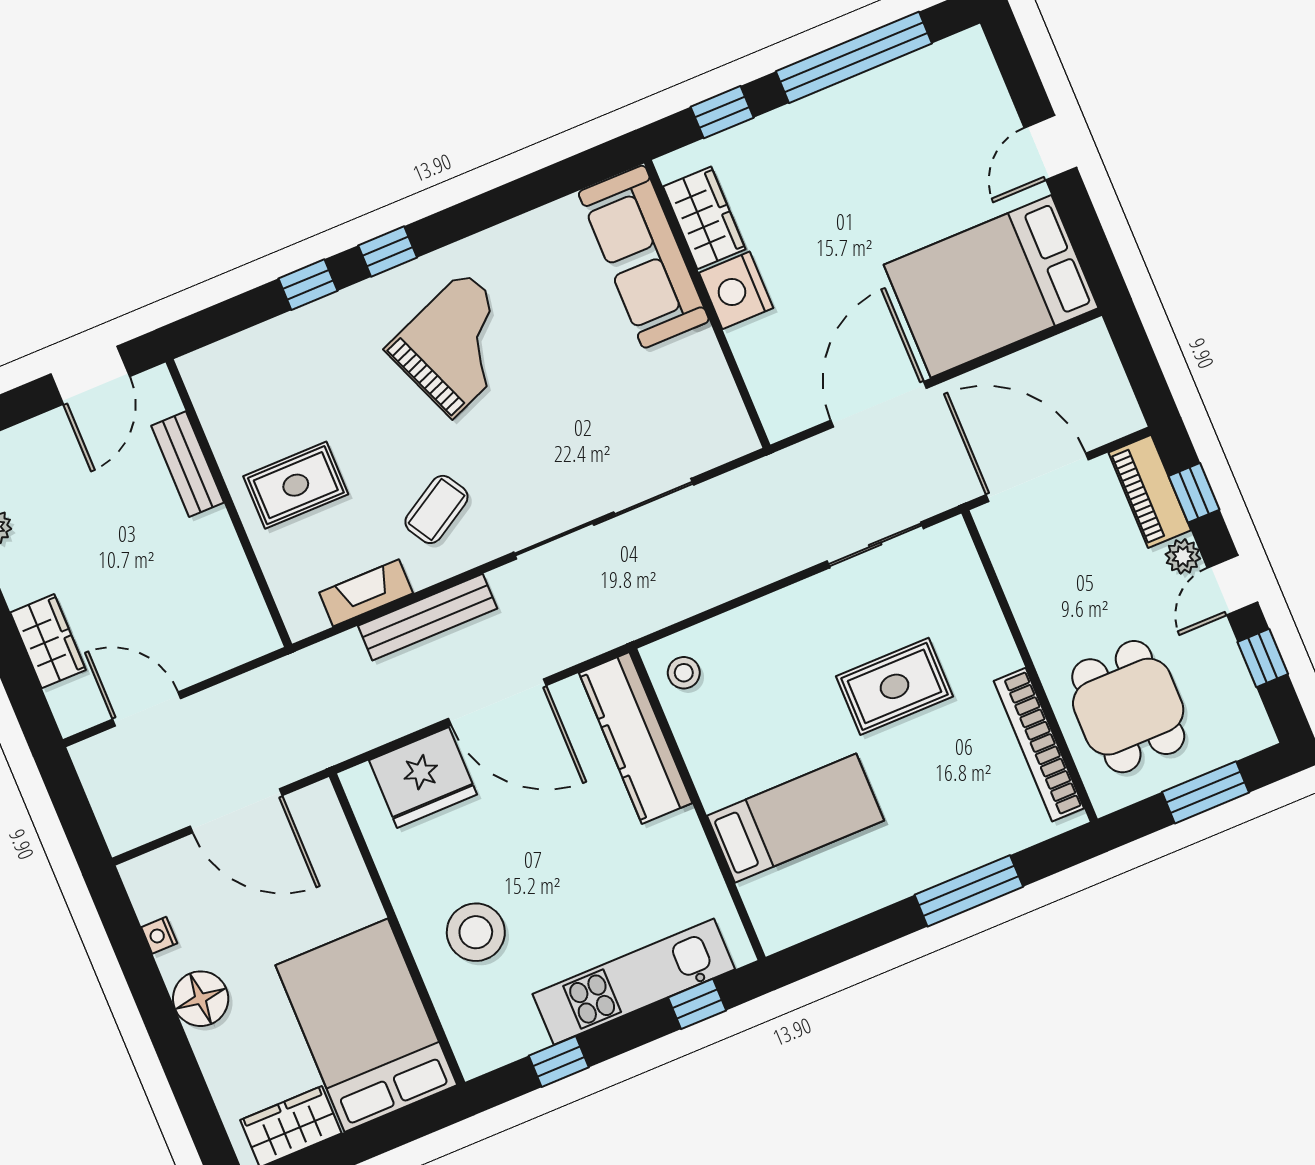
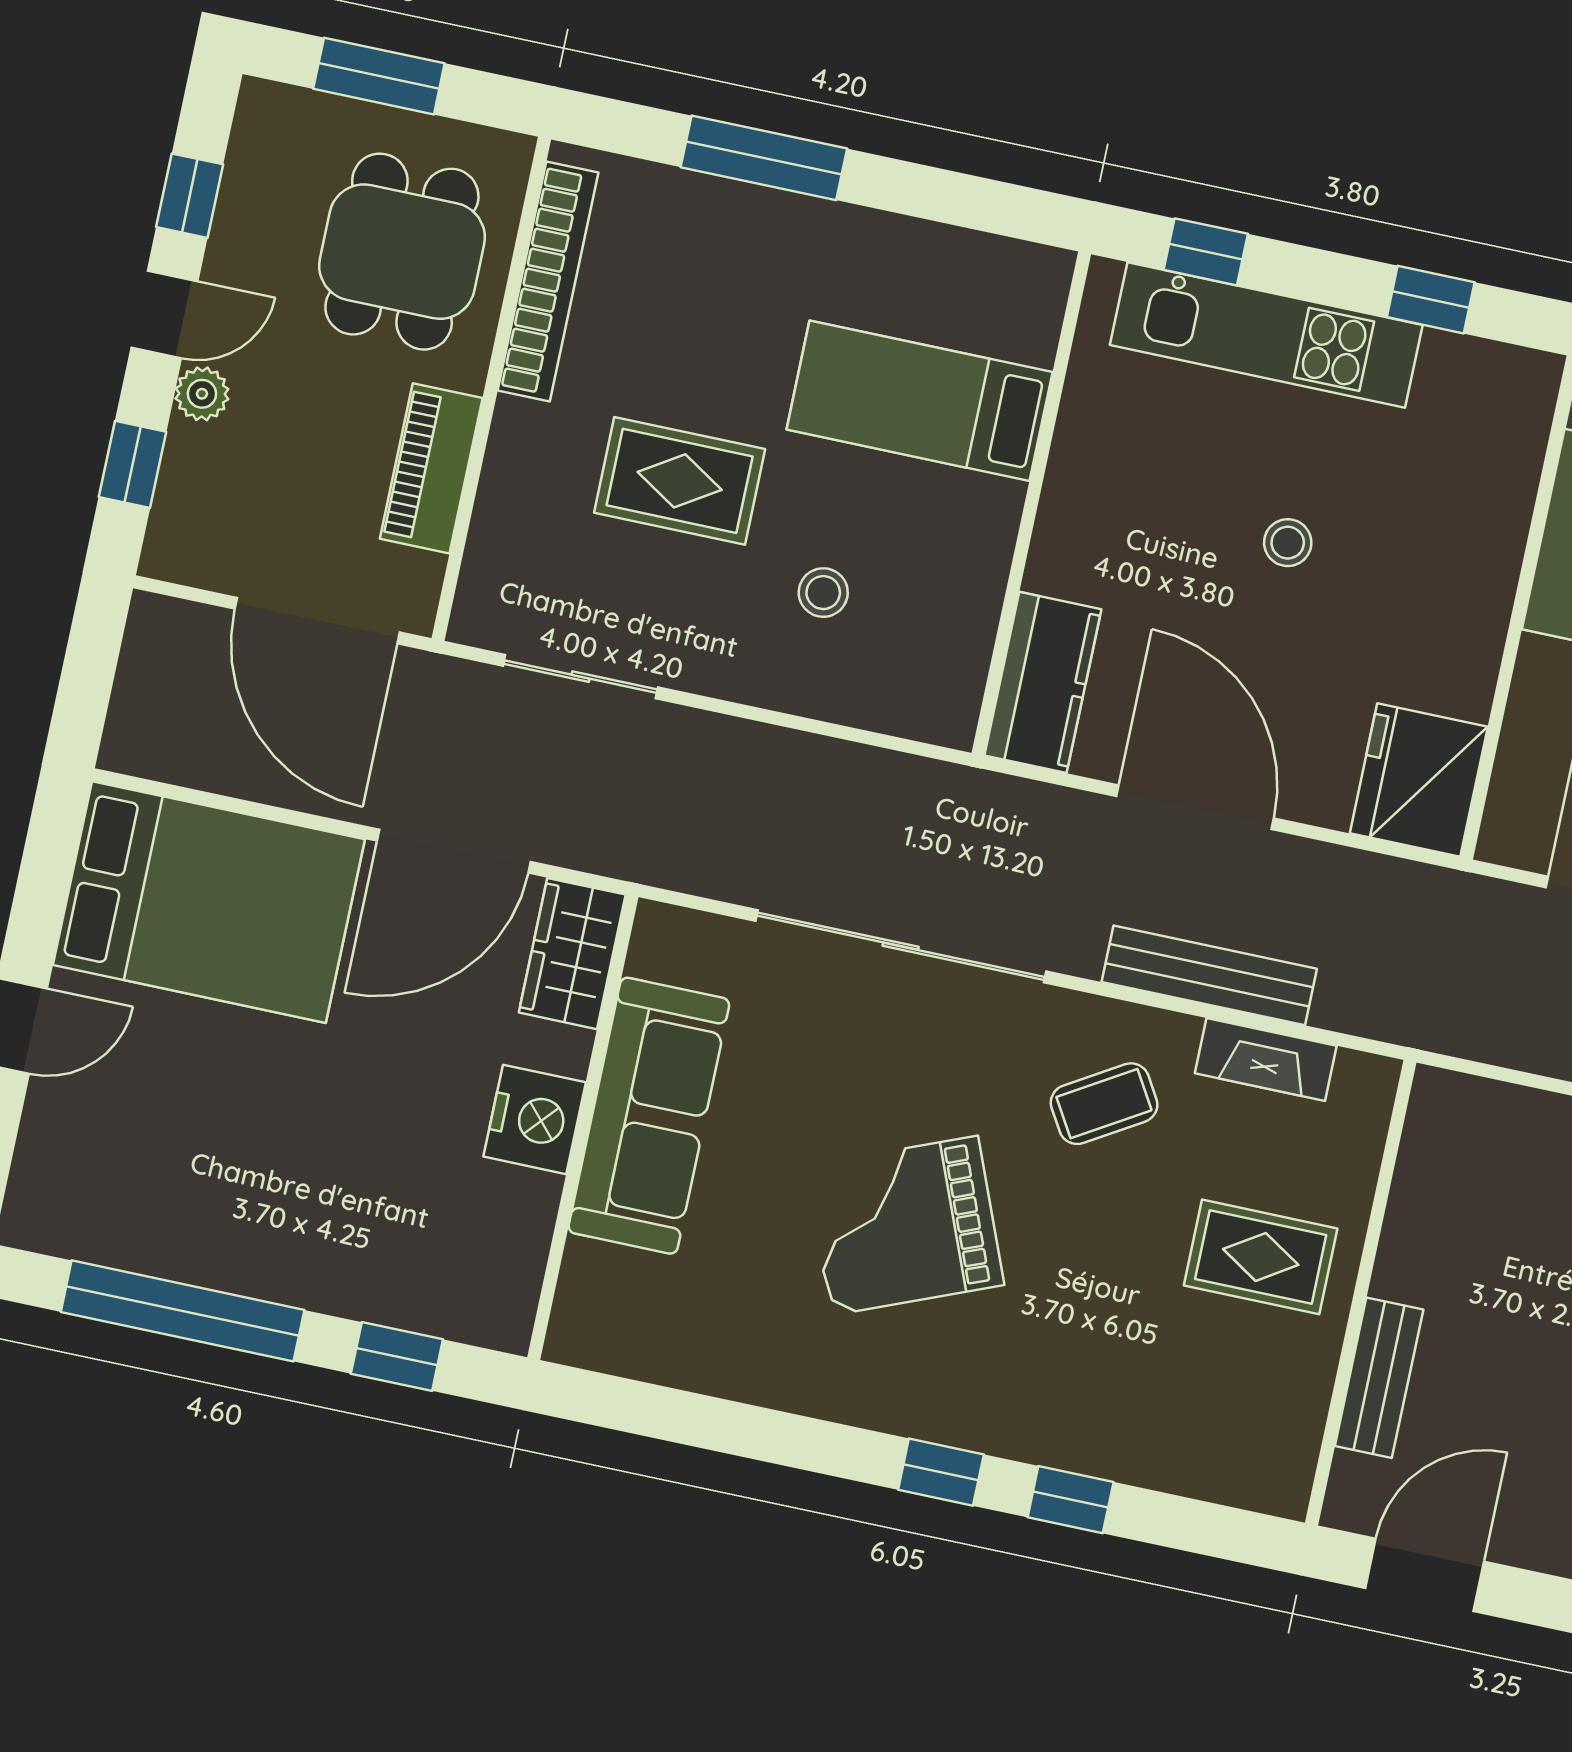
wardrobe: (704, 218) -> (572, 954), moved
sofa: (644, 257) -> (649, 1116), moved
grand piano: (458, 345) -> (905, 1225), moved
piano: (1150, 491) -> (431, 468), moved, turned 180
stool: (684, 673) -> (823, 593), moved
kitchen counter: (636, 738) -> (1043, 682), width x0.67
fridge: (423, 777) -> (1419, 780), moved, turned -90
stool: (476, 932) -> (1288, 543), moved, width x0.53, depth x0.53

